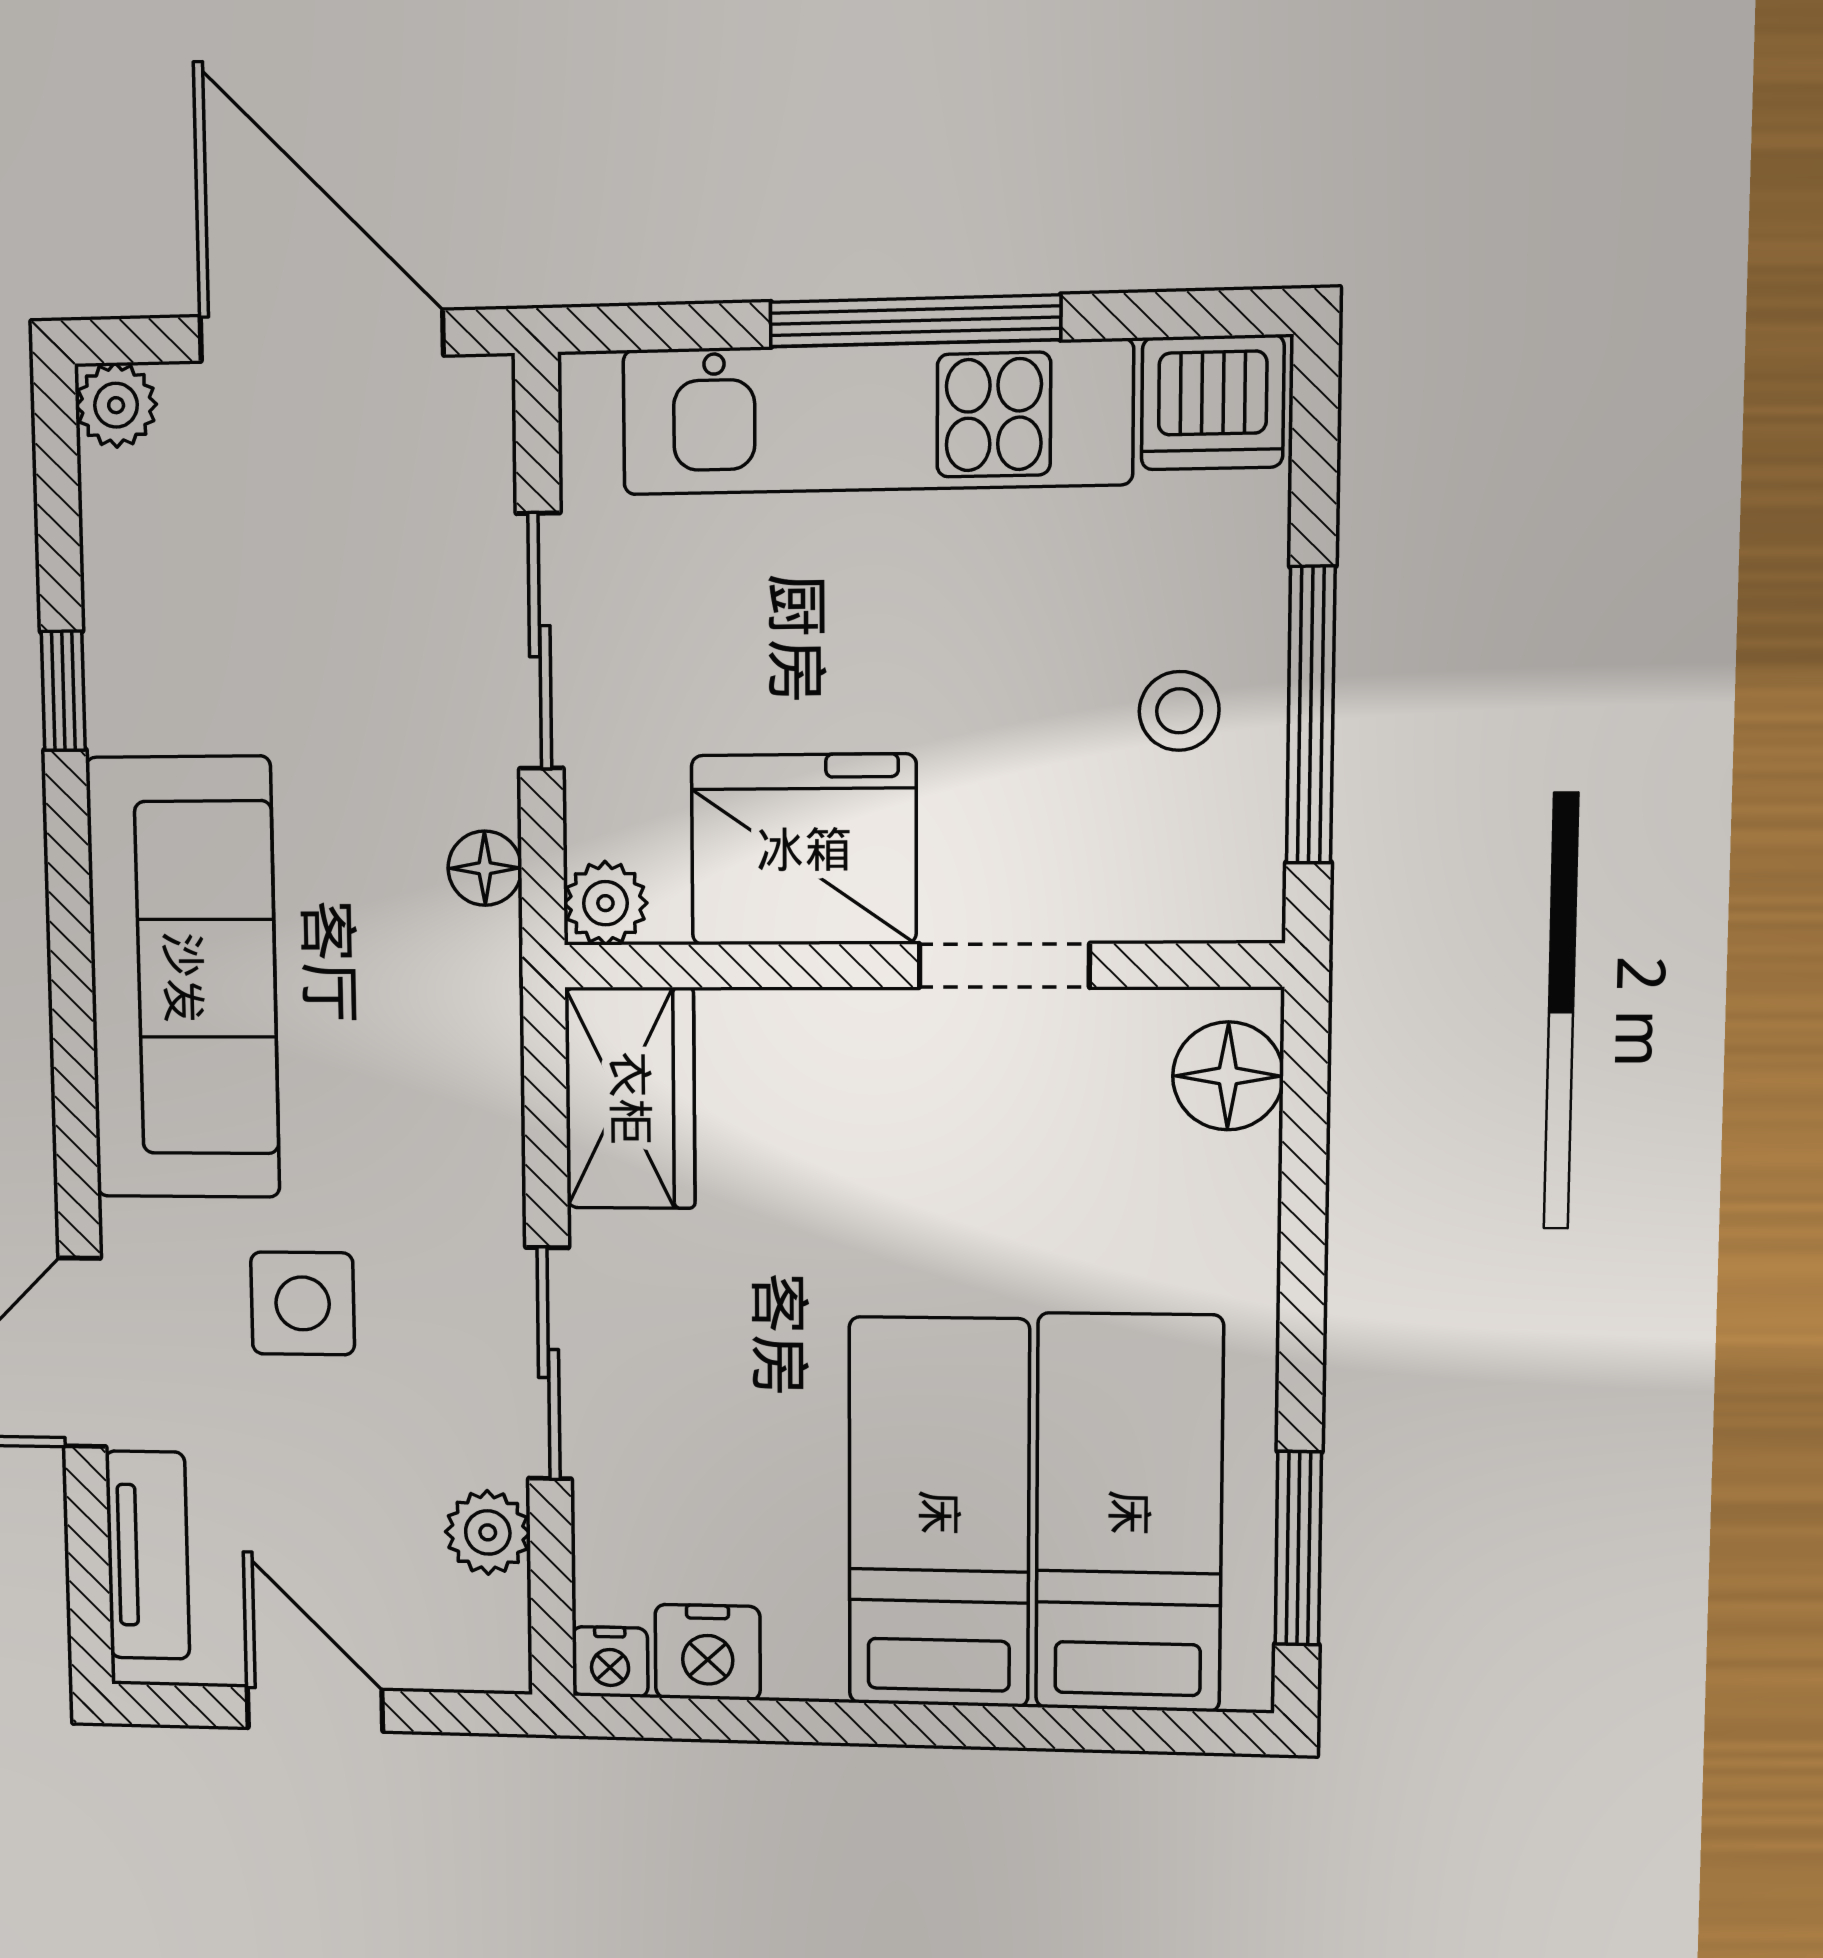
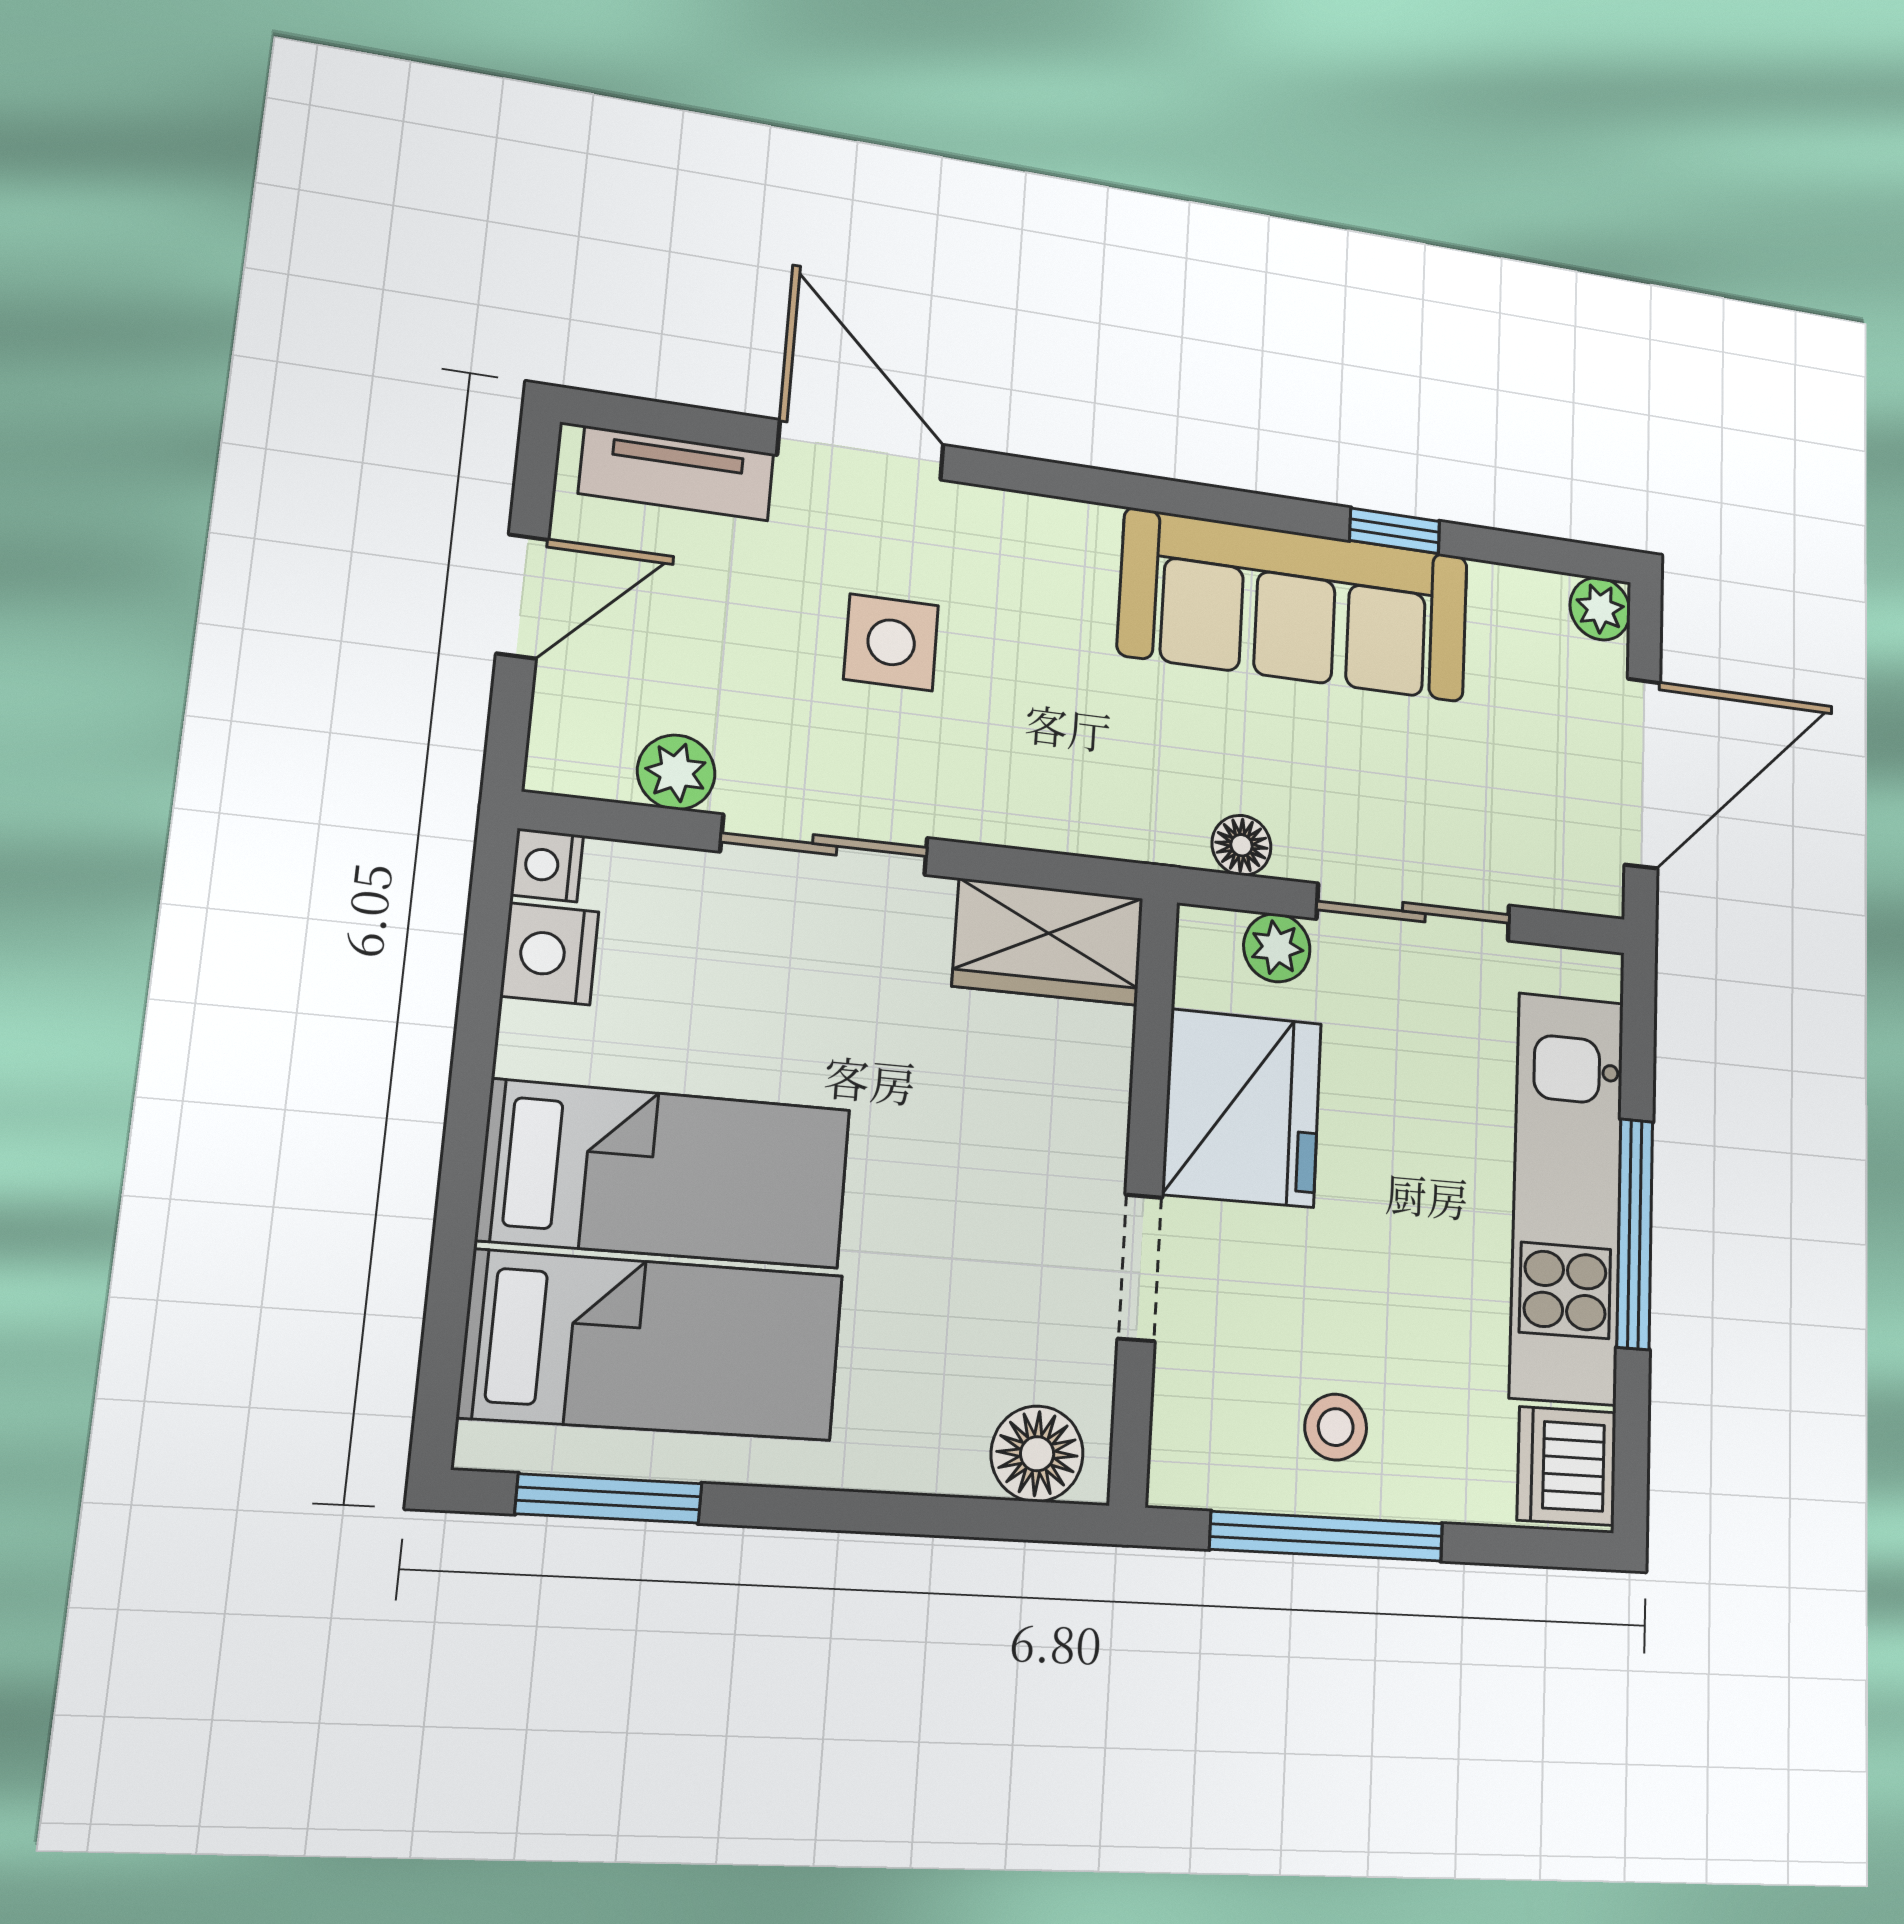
plant: (605, 903) -> (1277, 948), moved
sofa: (183, 978) -> (1295, 605), moved

